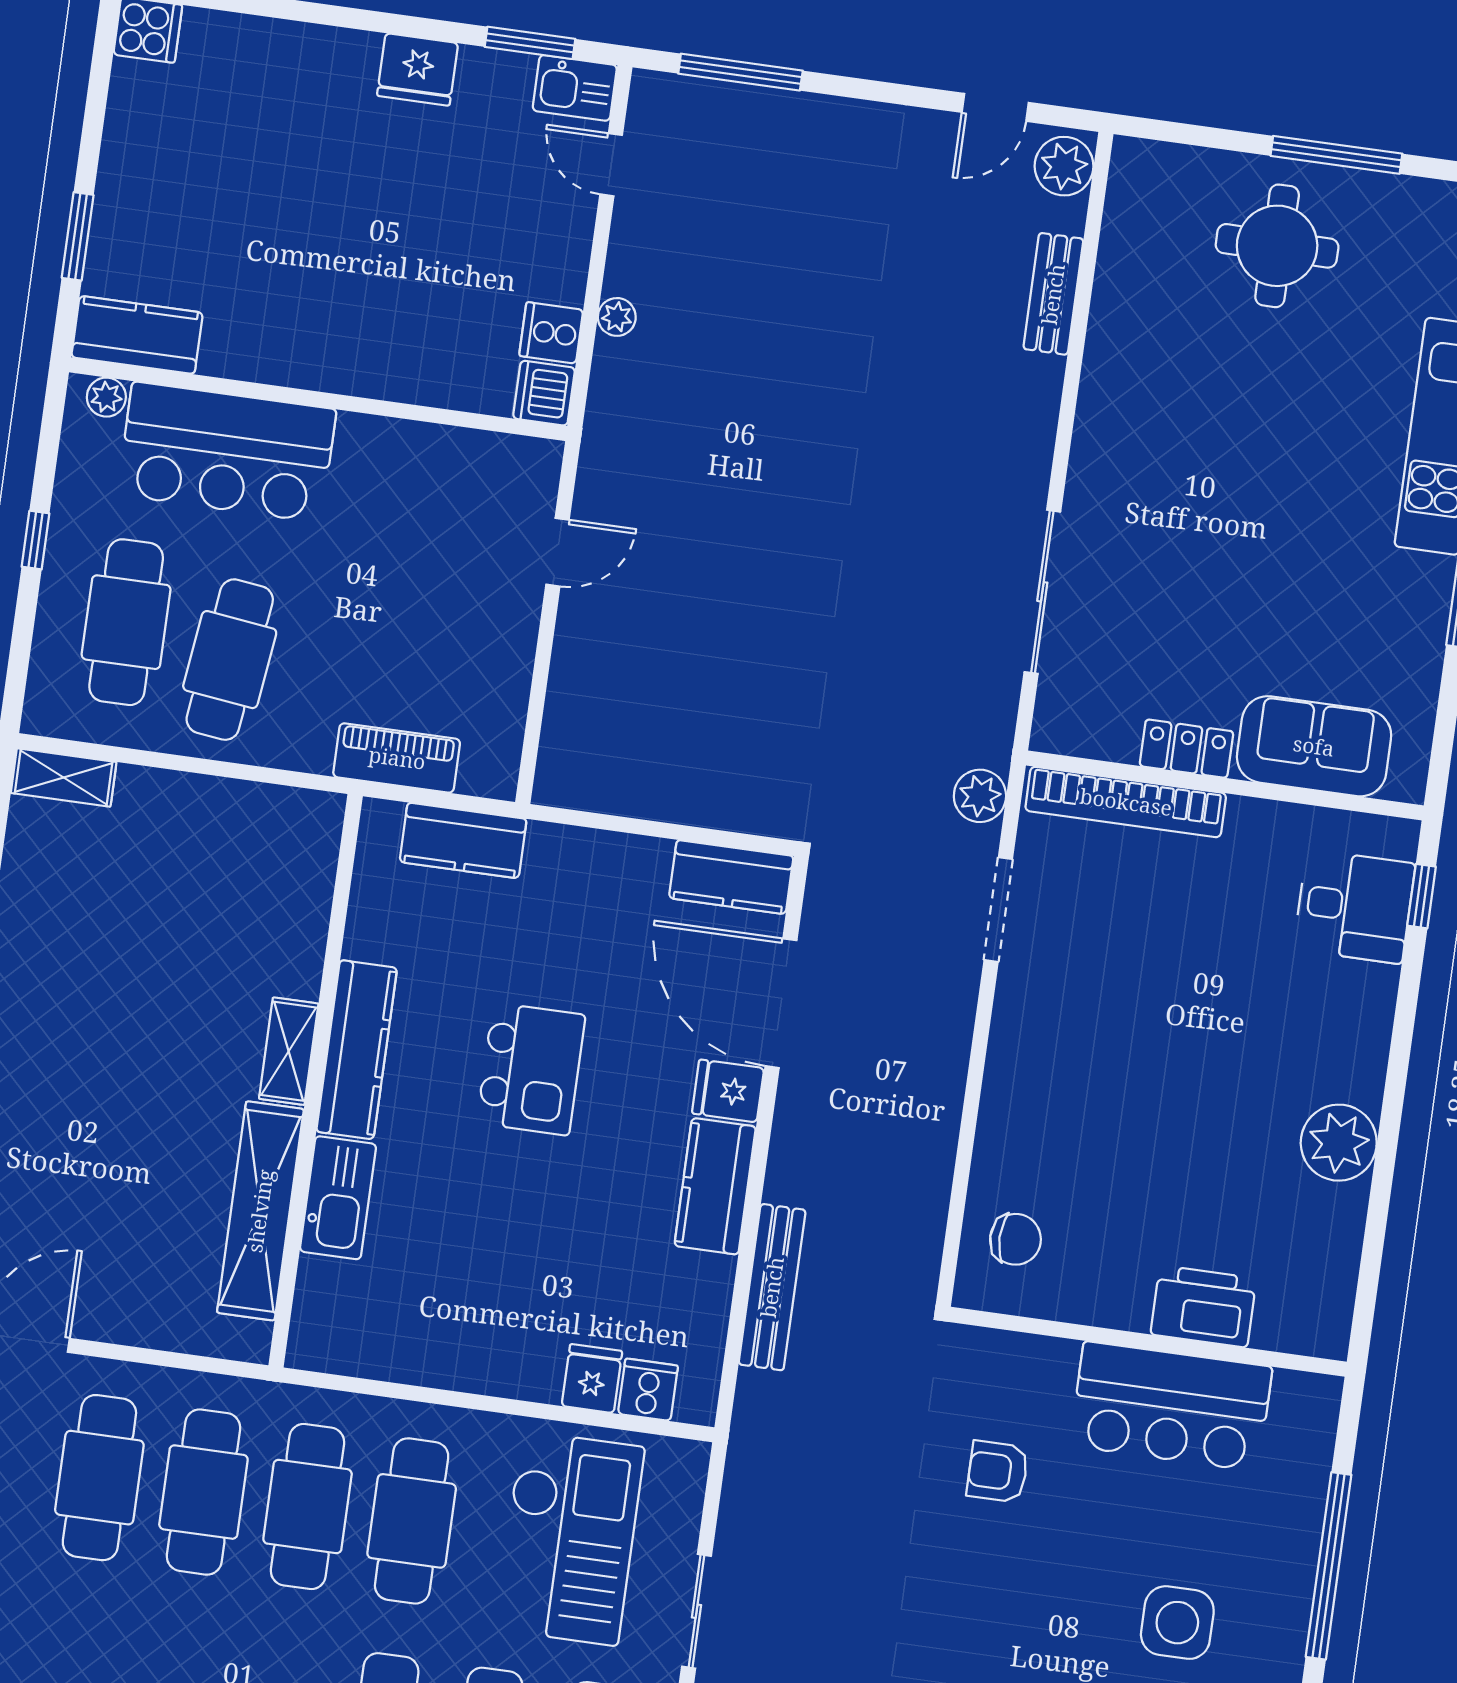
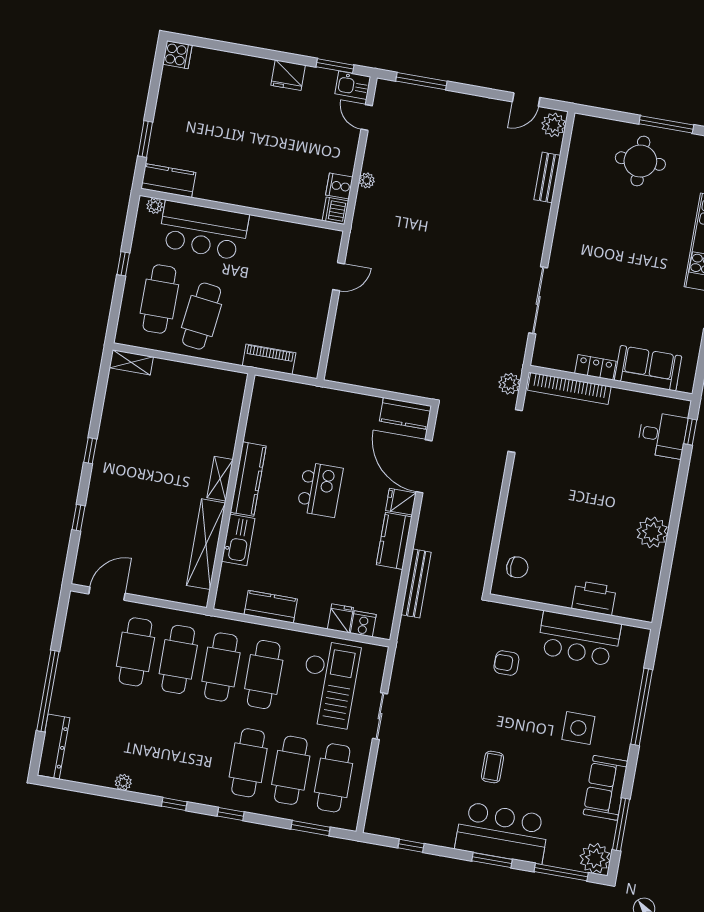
kitchen counter: (463, 840) -> (271, 607), moved, turned 180

